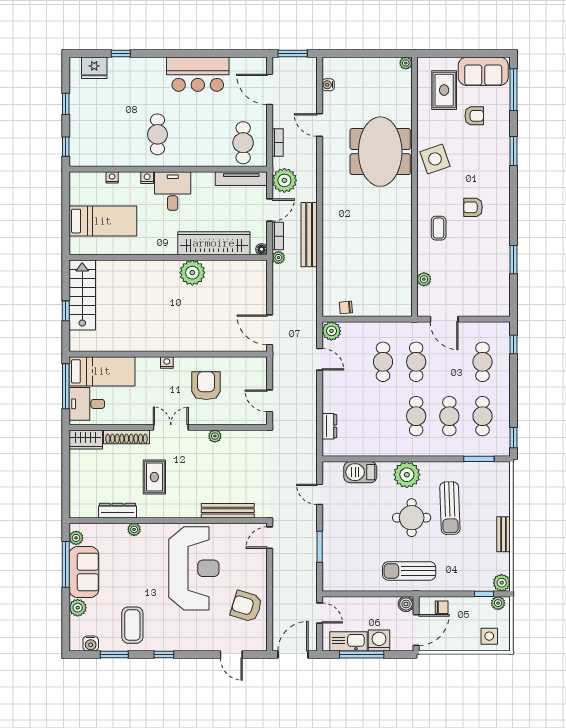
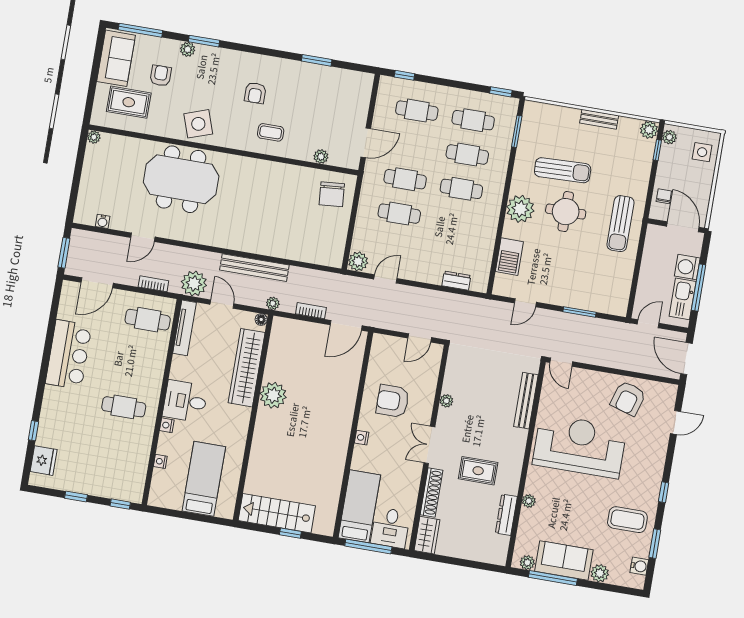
plant: (503, 137) -> (188, 49), added
bookcase: (278, 236) -> (311, 311), moved
chair: (346, 307) -> (332, 194), moved, width x1.87, depth x1.87
boiler: (406, 604) -> (654, 233), removed

